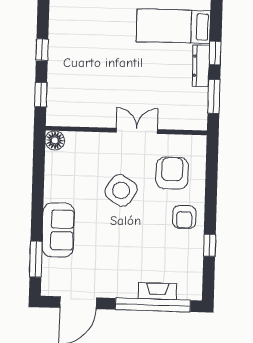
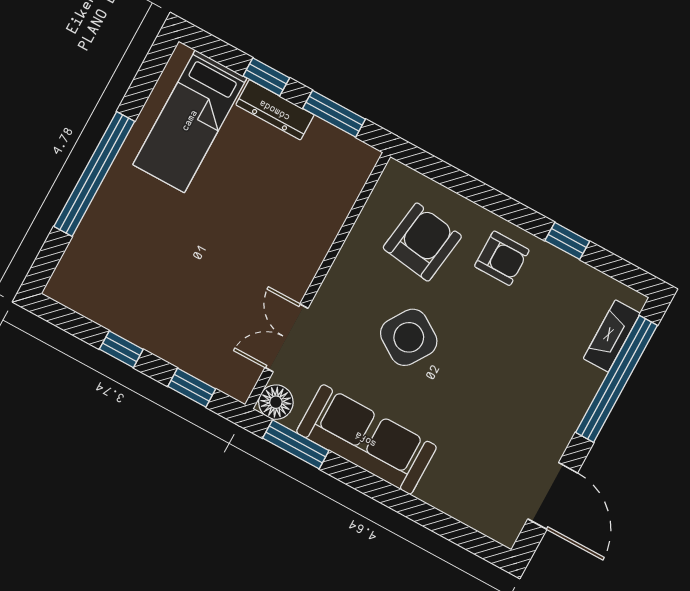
double door: (137, 131) -> (287, 338), moved
armchair: (172, 173) -> (422, 242), turned 98
sofa: (58, 230) -> (366, 439), moved, width x1.36
window: (36, 259) -> (296, 444), moved
fireplace: (157, 291) -> (612, 336), moved

